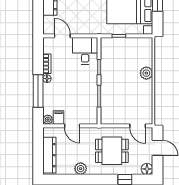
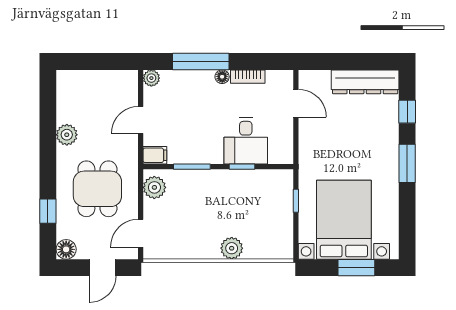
door: (62, 36) -> (296, 103), hinge flipped
desk: (85, 51) -> (246, 141), moved, turned 90
filing cabinet: (59, 118) -> (155, 155), moved
plant: (111, 118) -> (154, 187), added
dresser: (49, 155) -> (90, 81), removed

